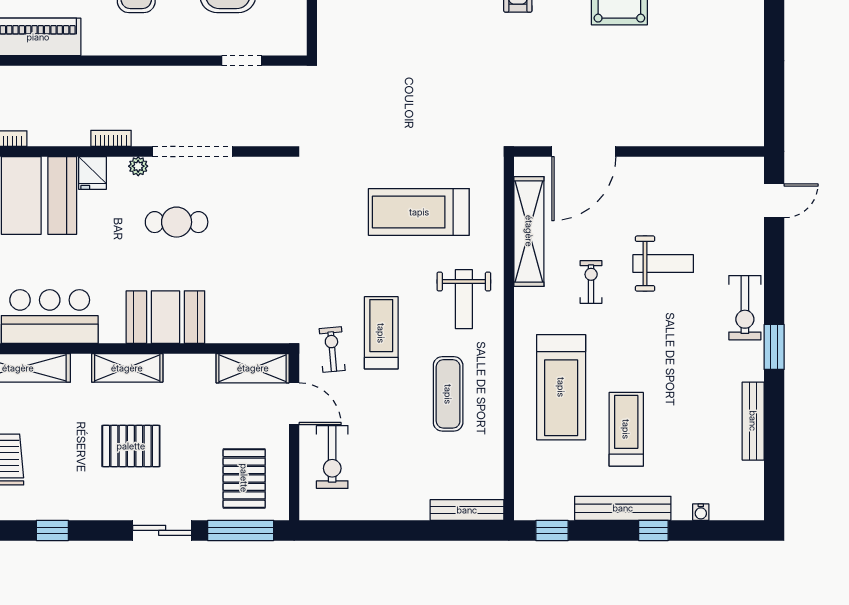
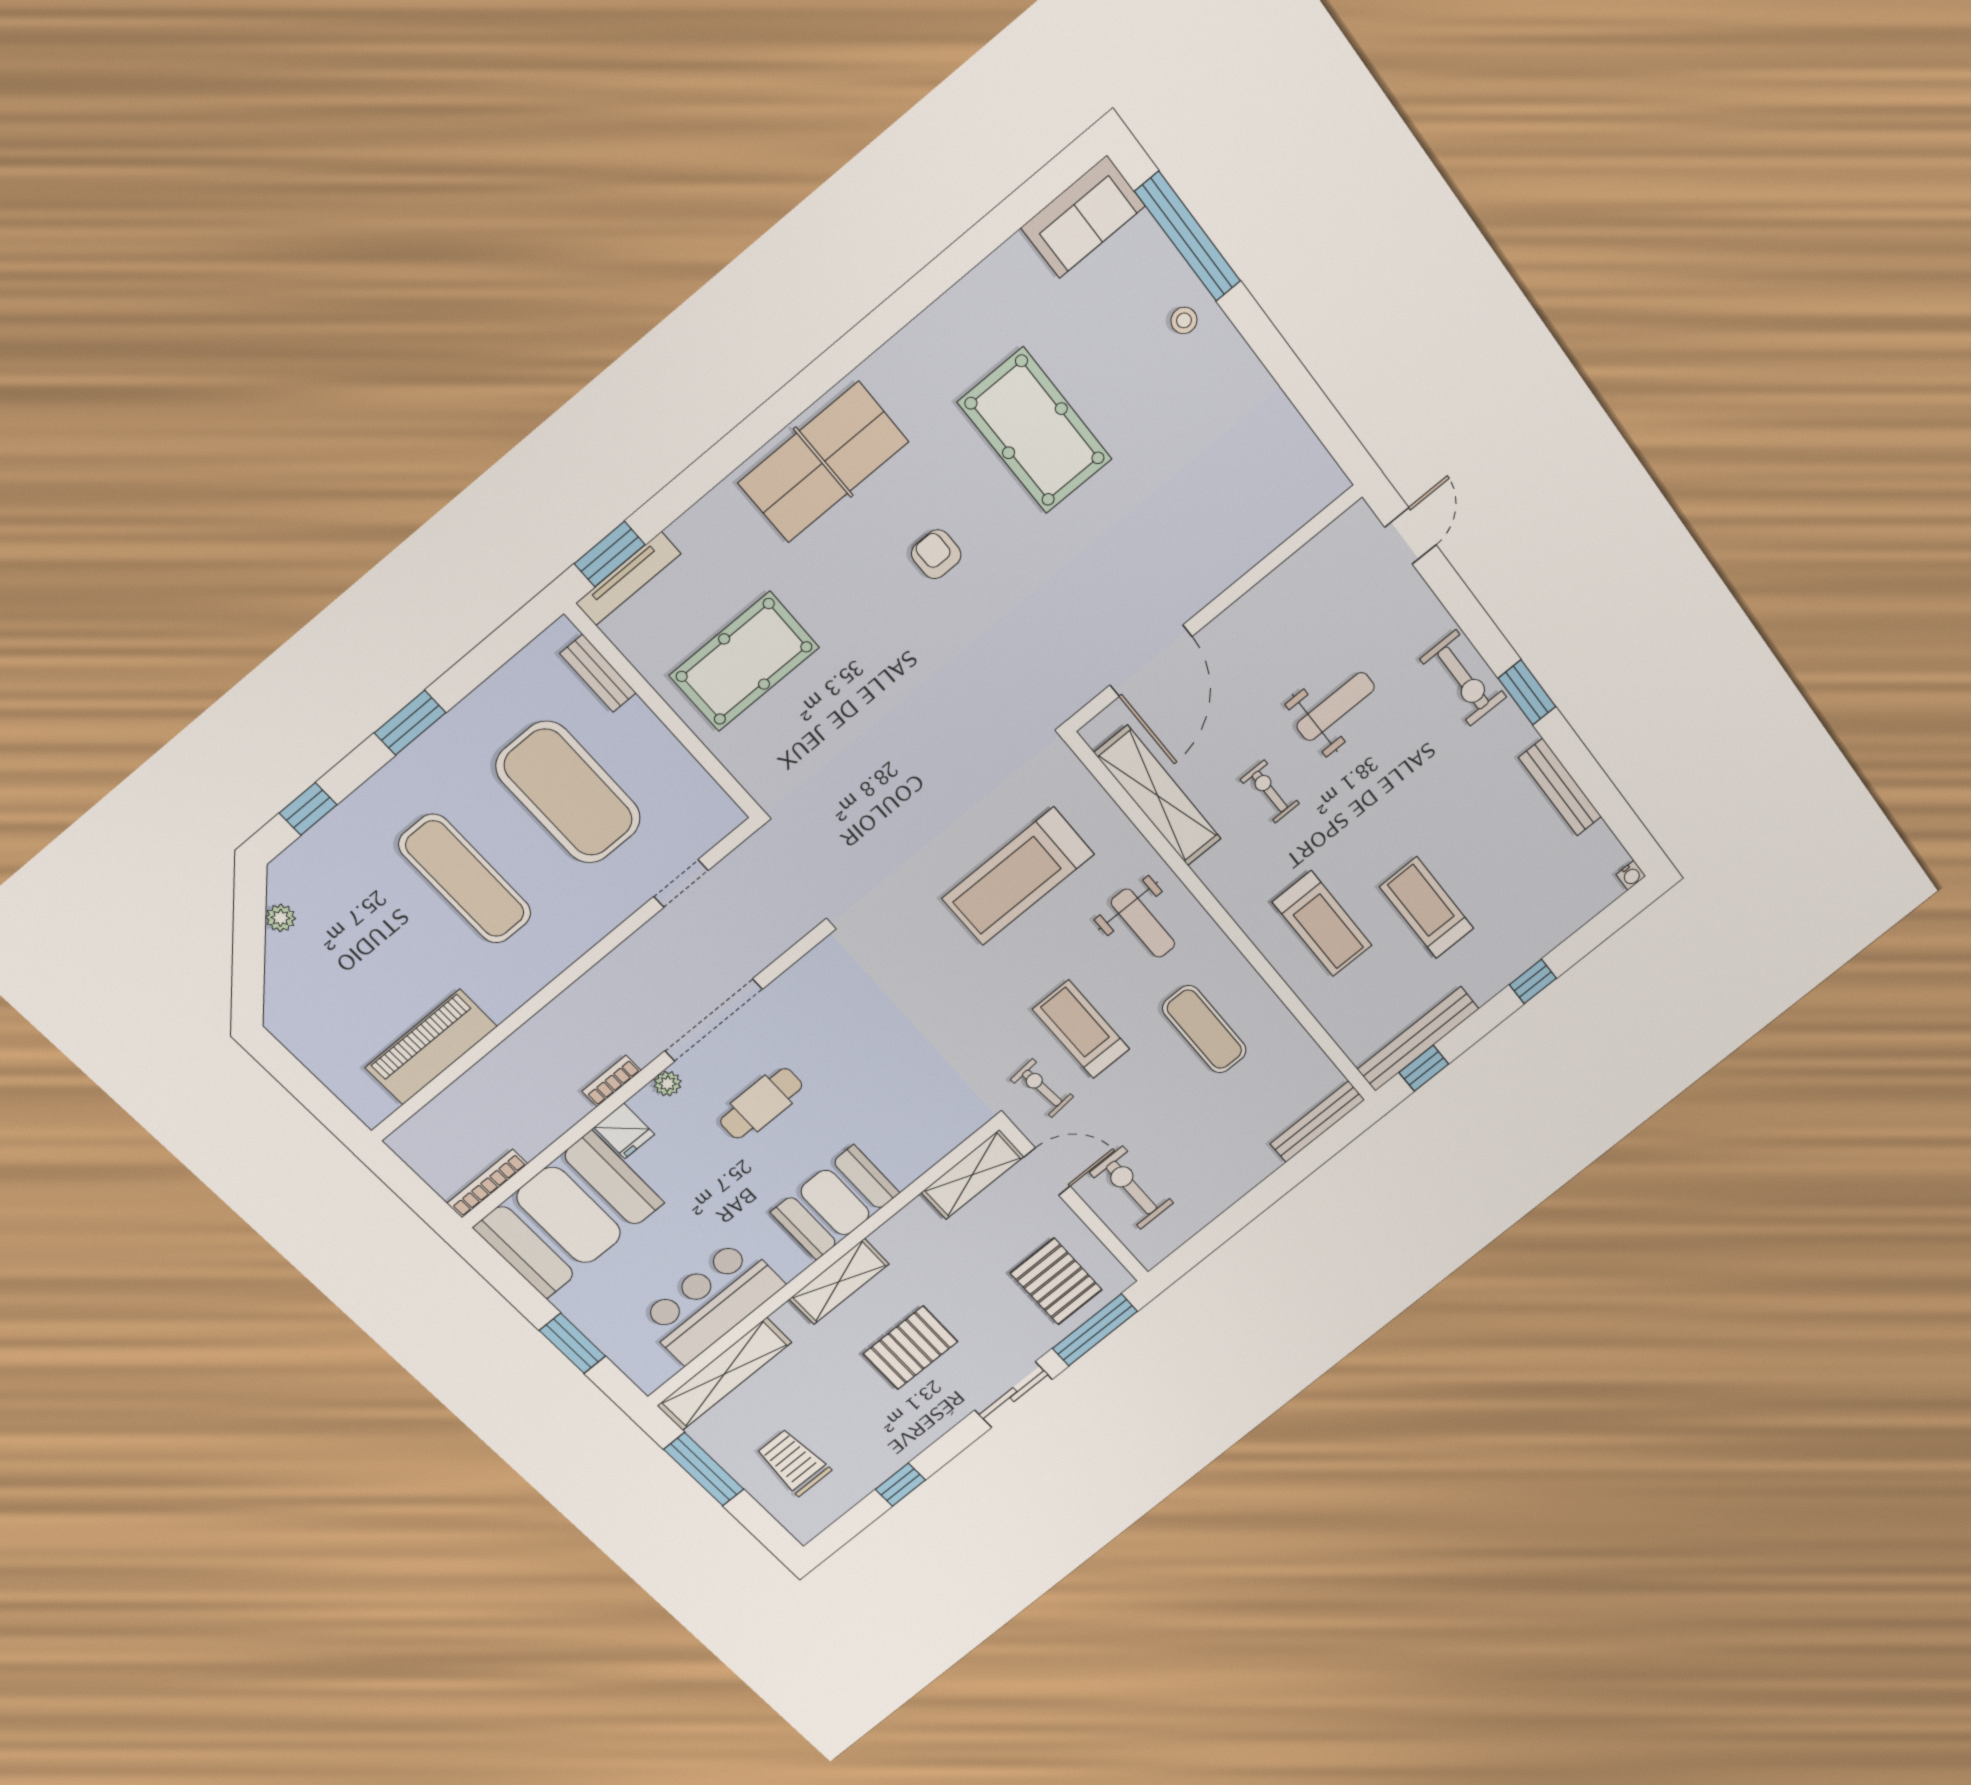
treadmill: (561, 387) -> (1322, 924), width x0.73, depth x0.73
exercise bike: (332, 457) -> (1132, 1188), turned 180
bench: (623, 508) -> (1418, 1039), moved
water cooler: (701, 512) -> (1631, 875), moved

